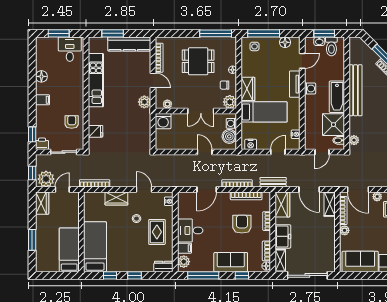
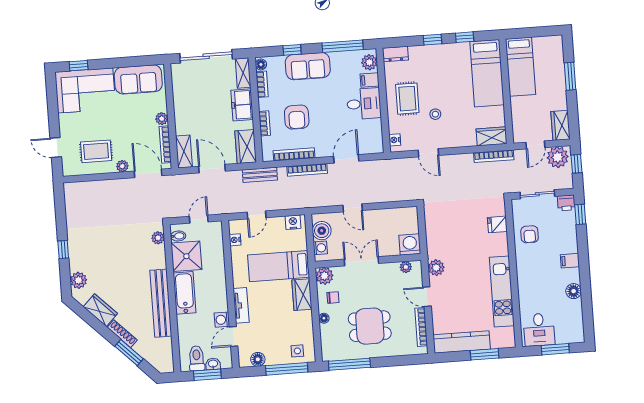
washing machine: (310, 88) -> (222, 320), moved
wardrobe: (116, 198) -> (492, 136), moved

